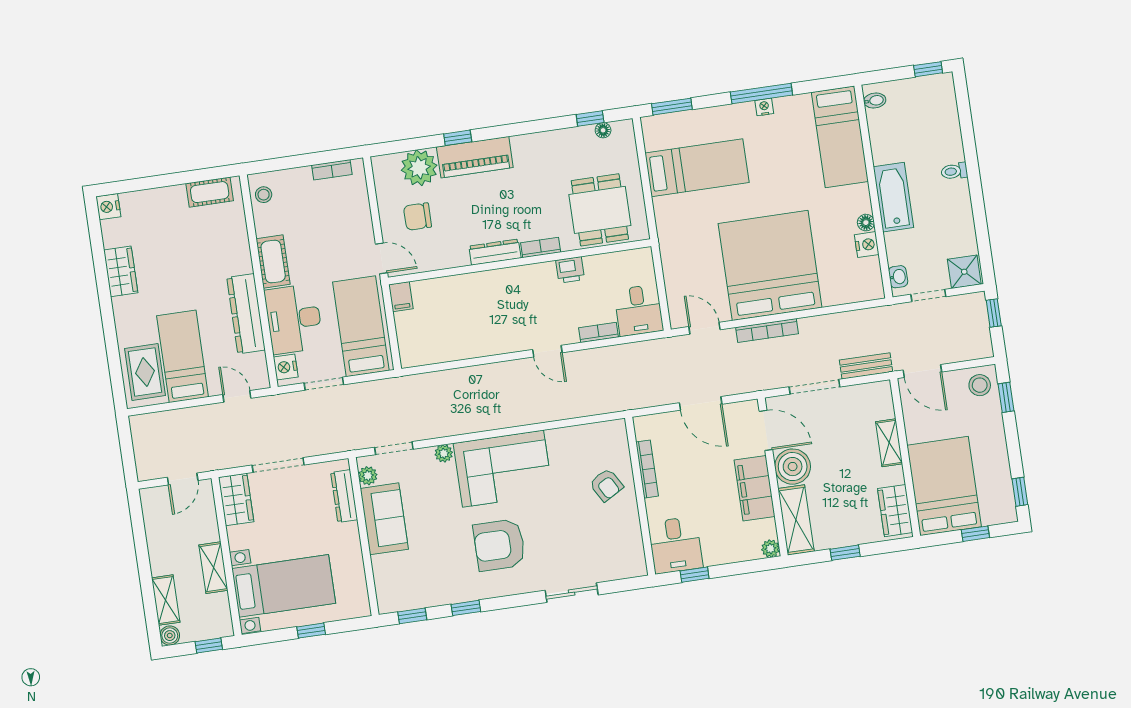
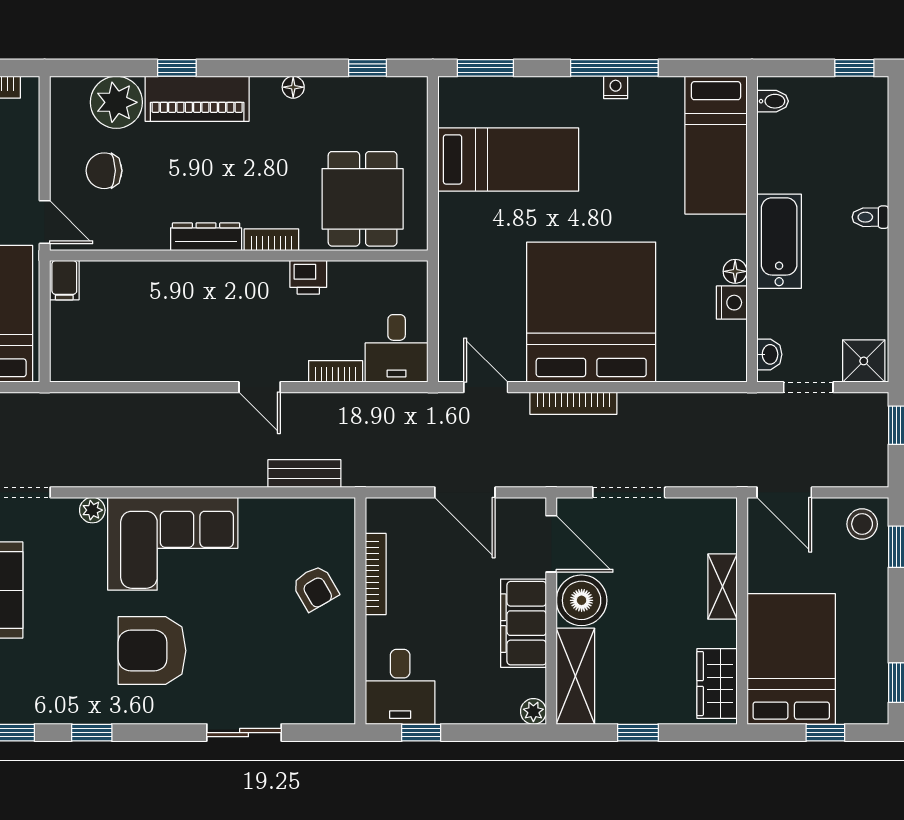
floor lamp: (603, 130) -> (293, 87), moved
bench: (866, 366) -> (304, 474), moved

